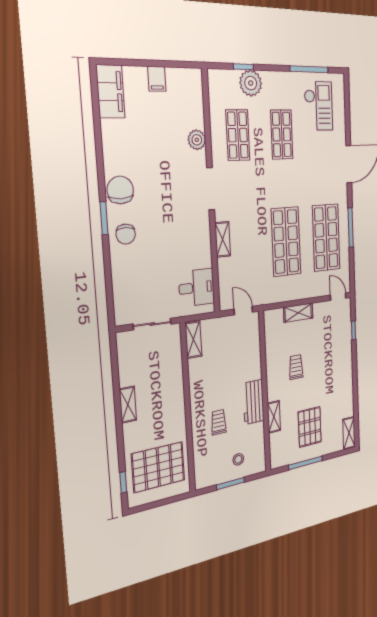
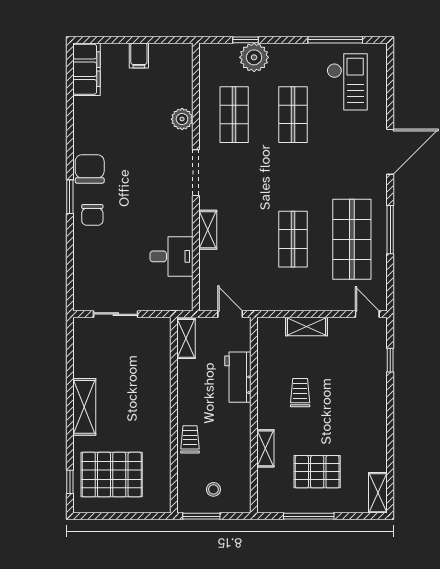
shop shelf: (286, 242) -> (293, 239), width x0.70, depth x0.74
desk: (197, 288) -> (171, 256), moved
shelving: (193, 340) -> (186, 338), moved
workbench: (253, 402) -> (238, 377), moved
shelving: (128, 405) -> (84, 407), width x1.50, depth x1.33
wall: (188, 408) -> (174, 415), moved
pallet: (310, 427) -> (317, 472), turned 90

